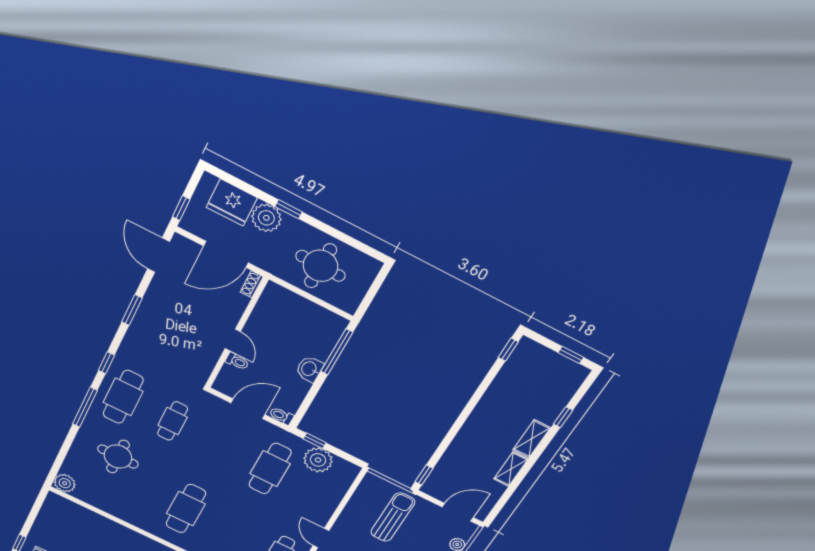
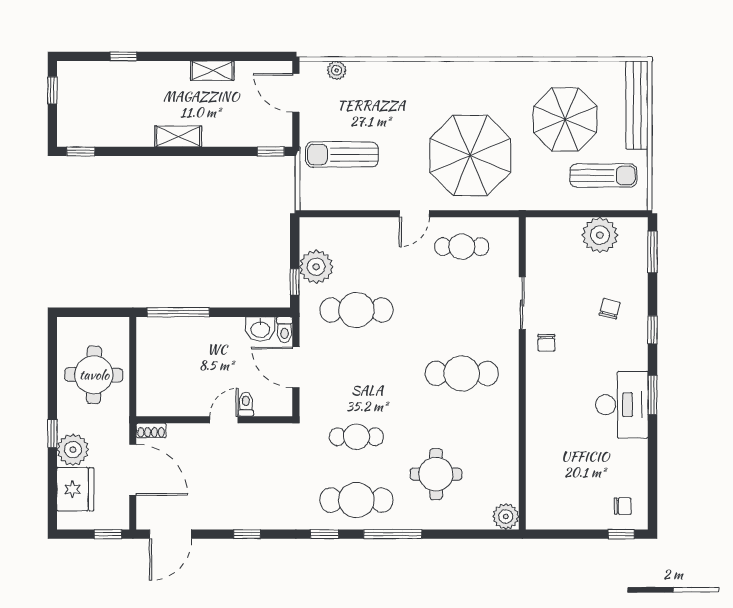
window: (132, 310) -> (247, 534), width x0.67
washbasin: (309, 369) -> (260, 329), moved
shelving: (532, 439) -> (178, 136), moved

